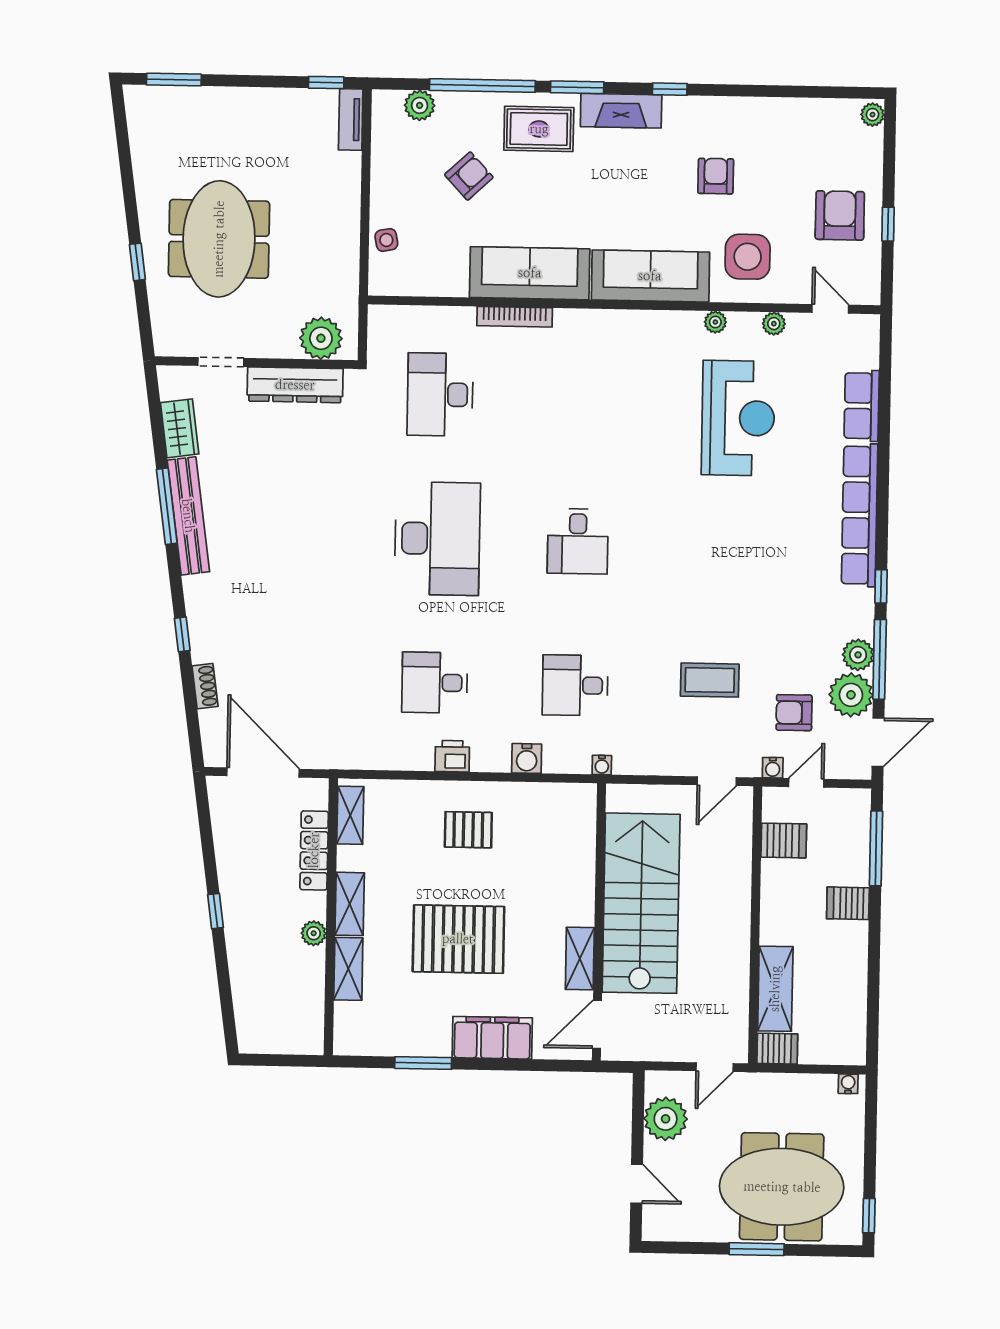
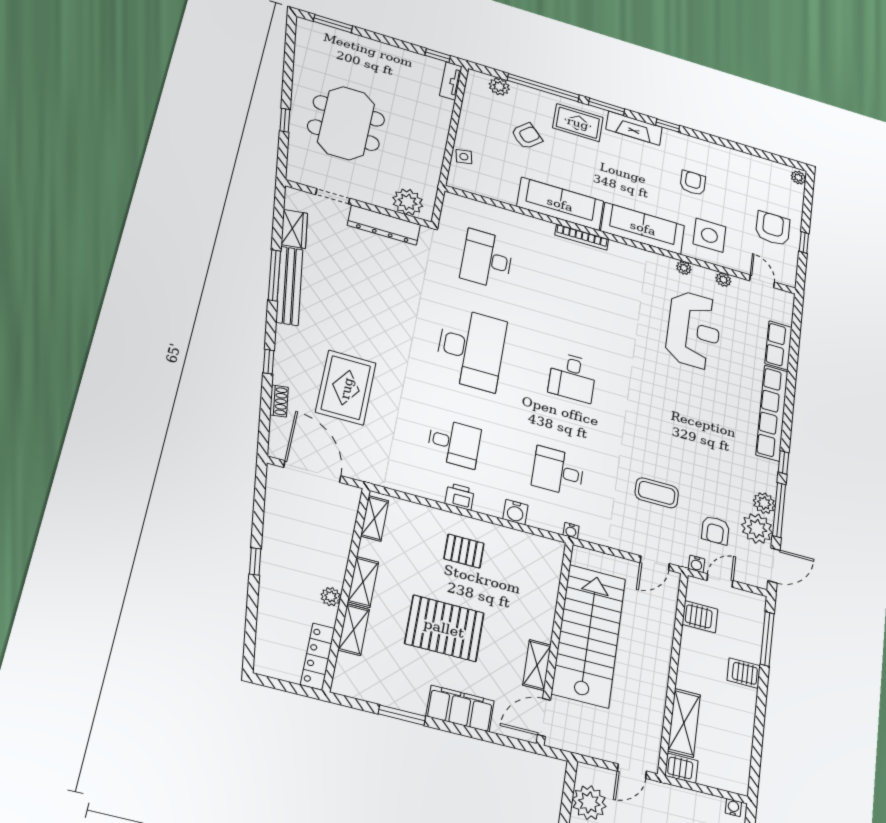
bookcase: (515, 317) -> (582, 237), moved
rug: (285, 643) -> (346, 388), added
desk: (435, 683) -> (454, 443), turned 180
armchair: (794, 713) -> (715, 530), turned -90
locker: (314, 850) -> (318, 656), moved

